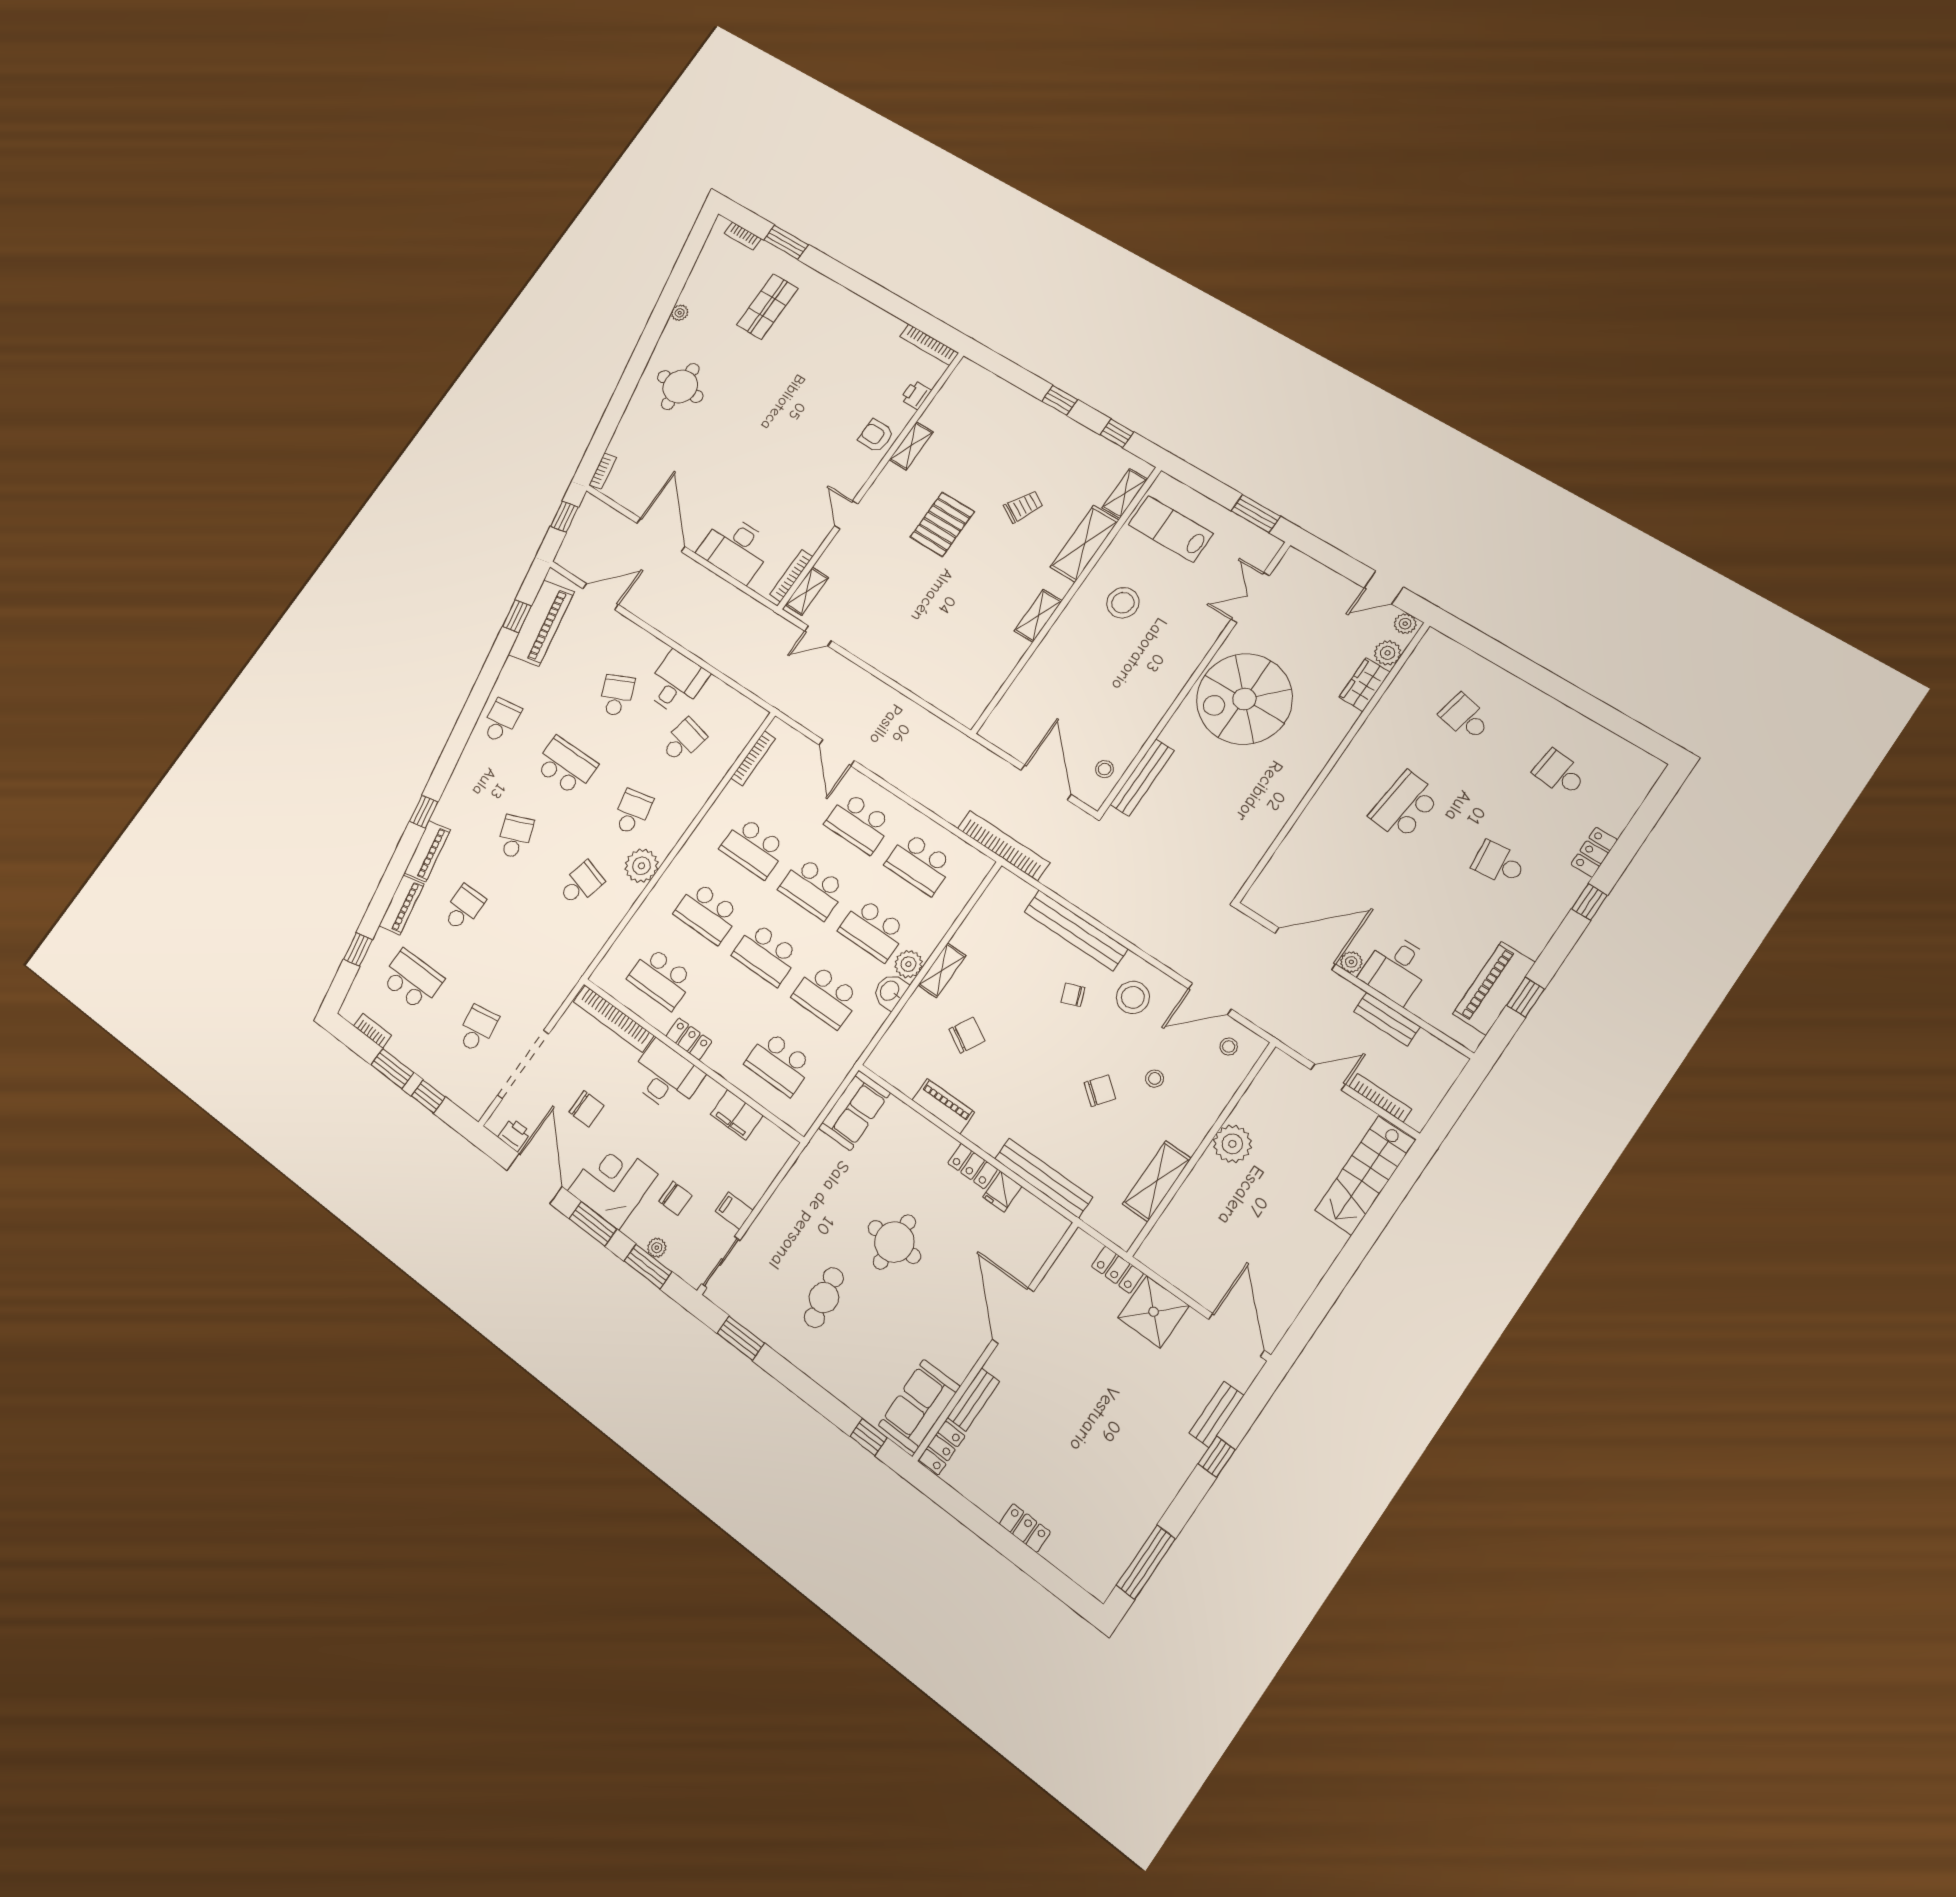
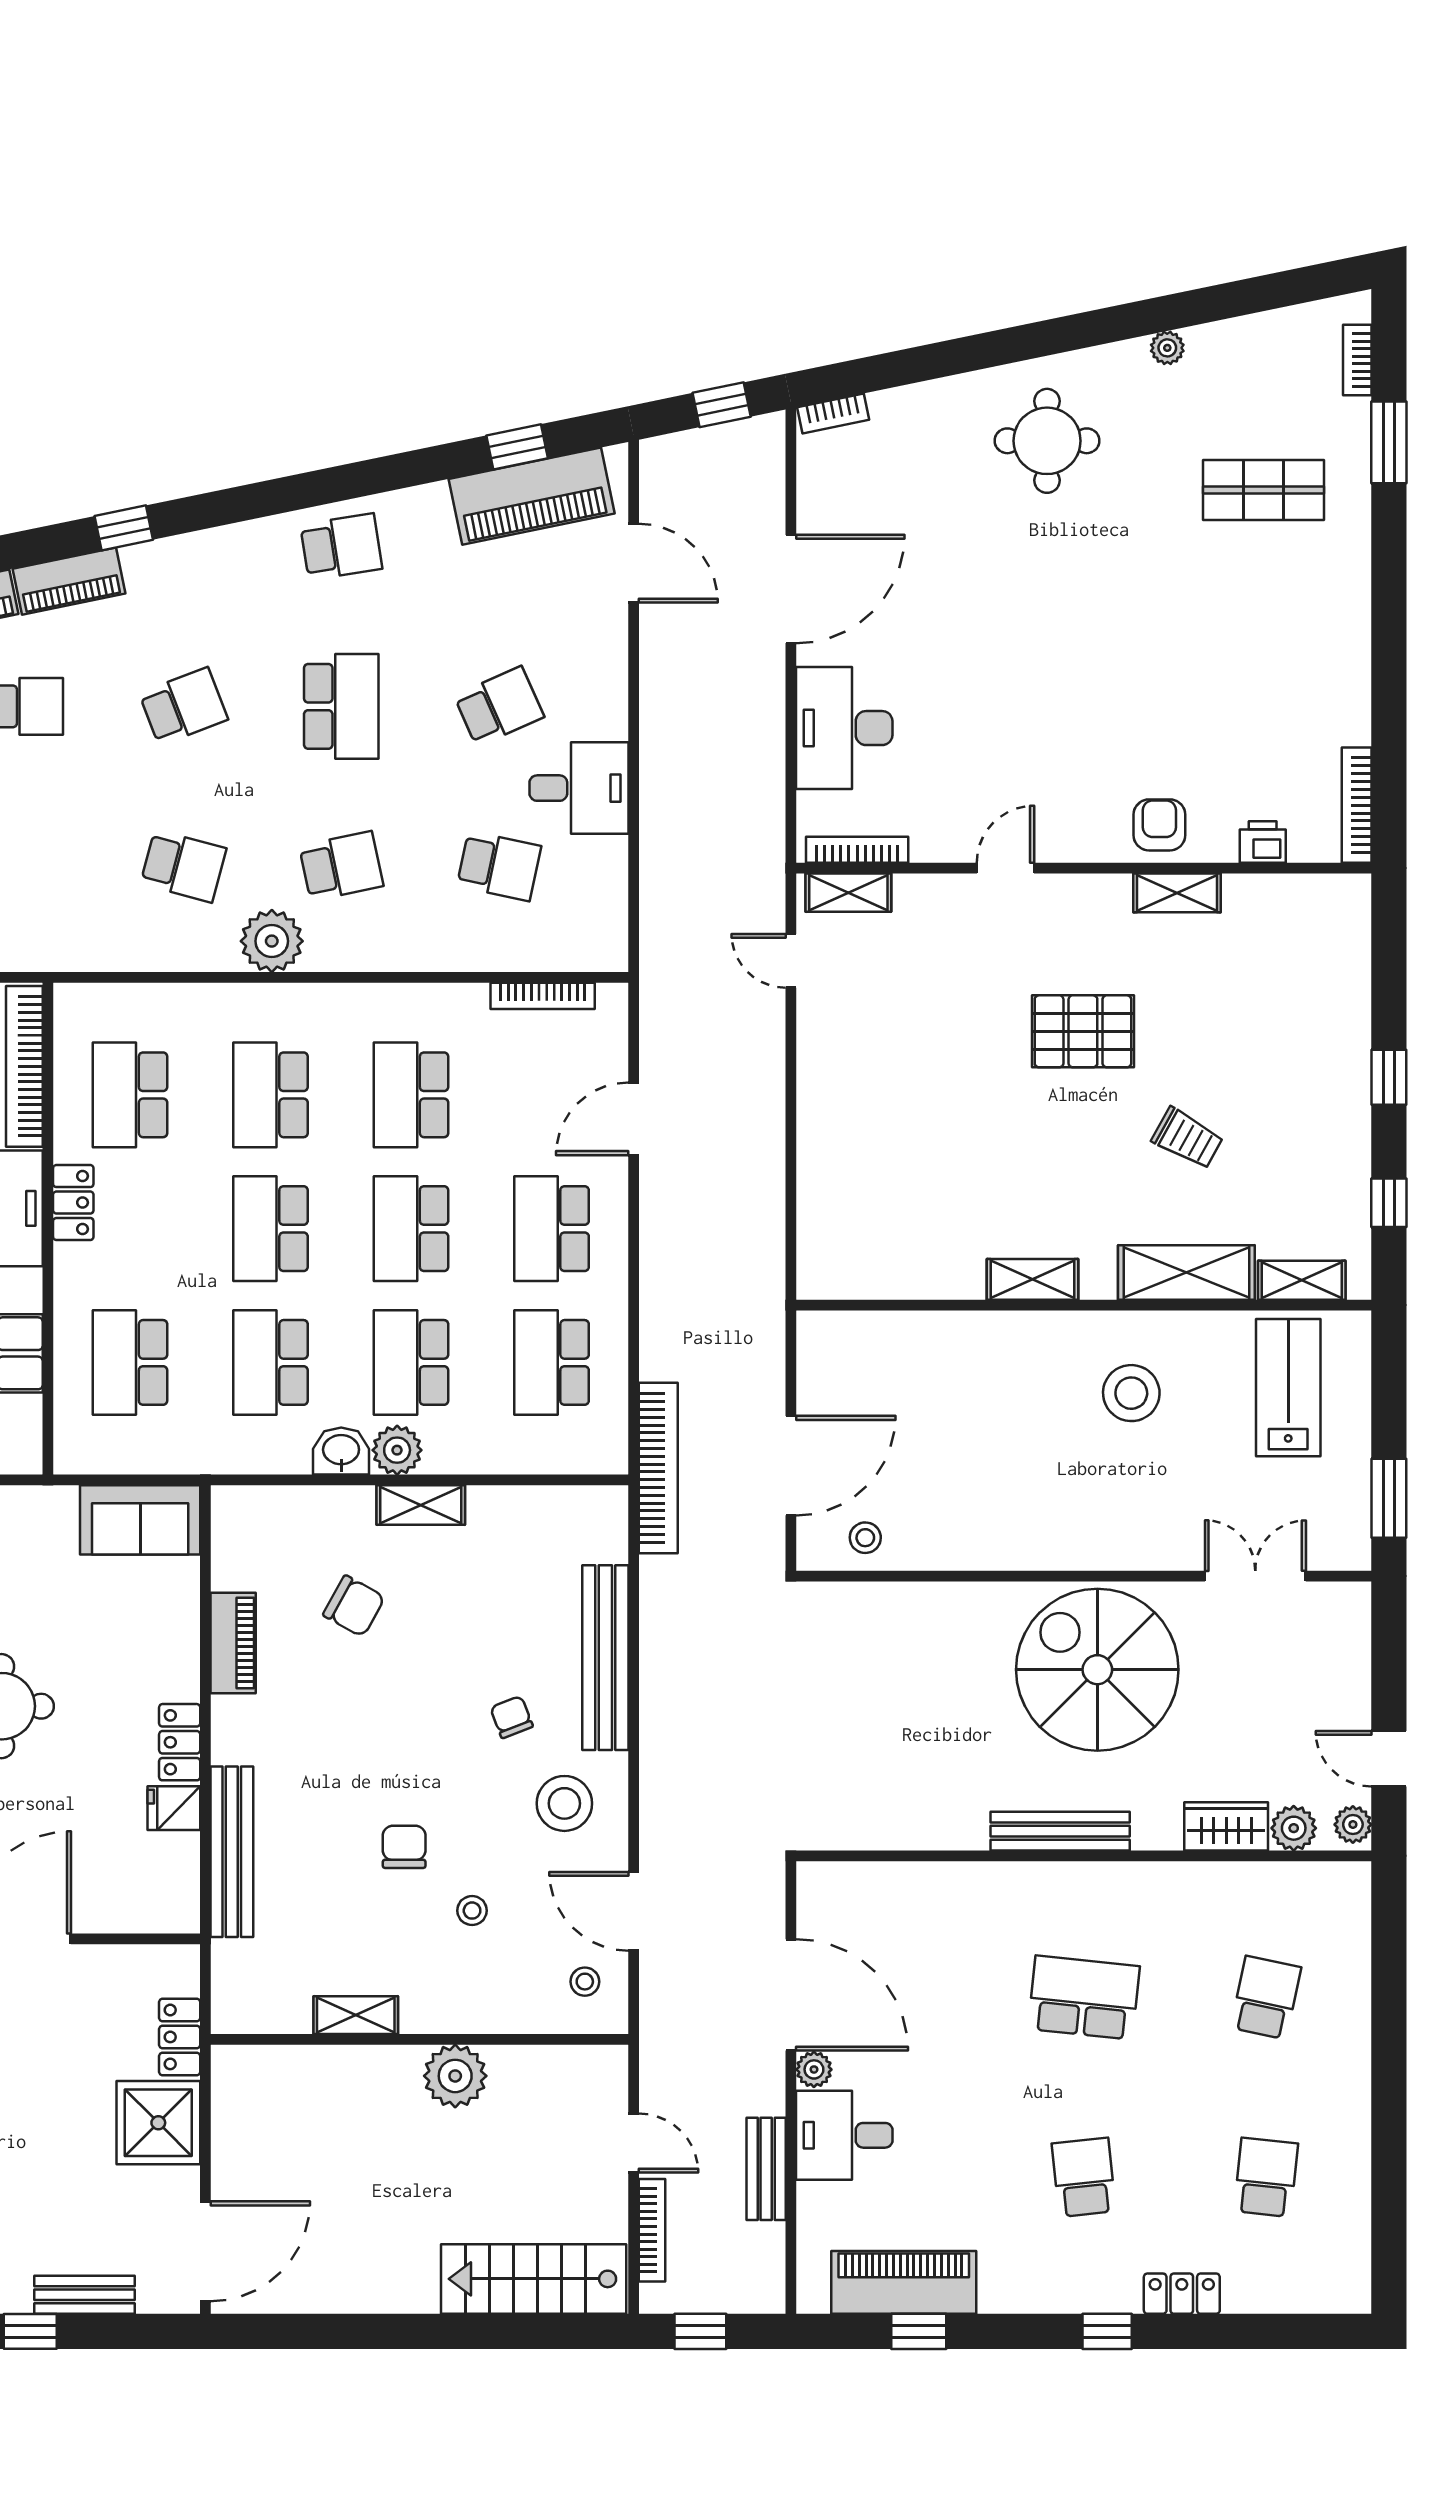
bench: (1142, 778) -> (1060, 1831), moved
chair: (1100, 1091) -> (404, 1847), turned -128
window: (1451, 1108) -> (700, 2331), added
shelving: (1157, 1181) -> (356, 2015), width x0.67, depth x0.75

